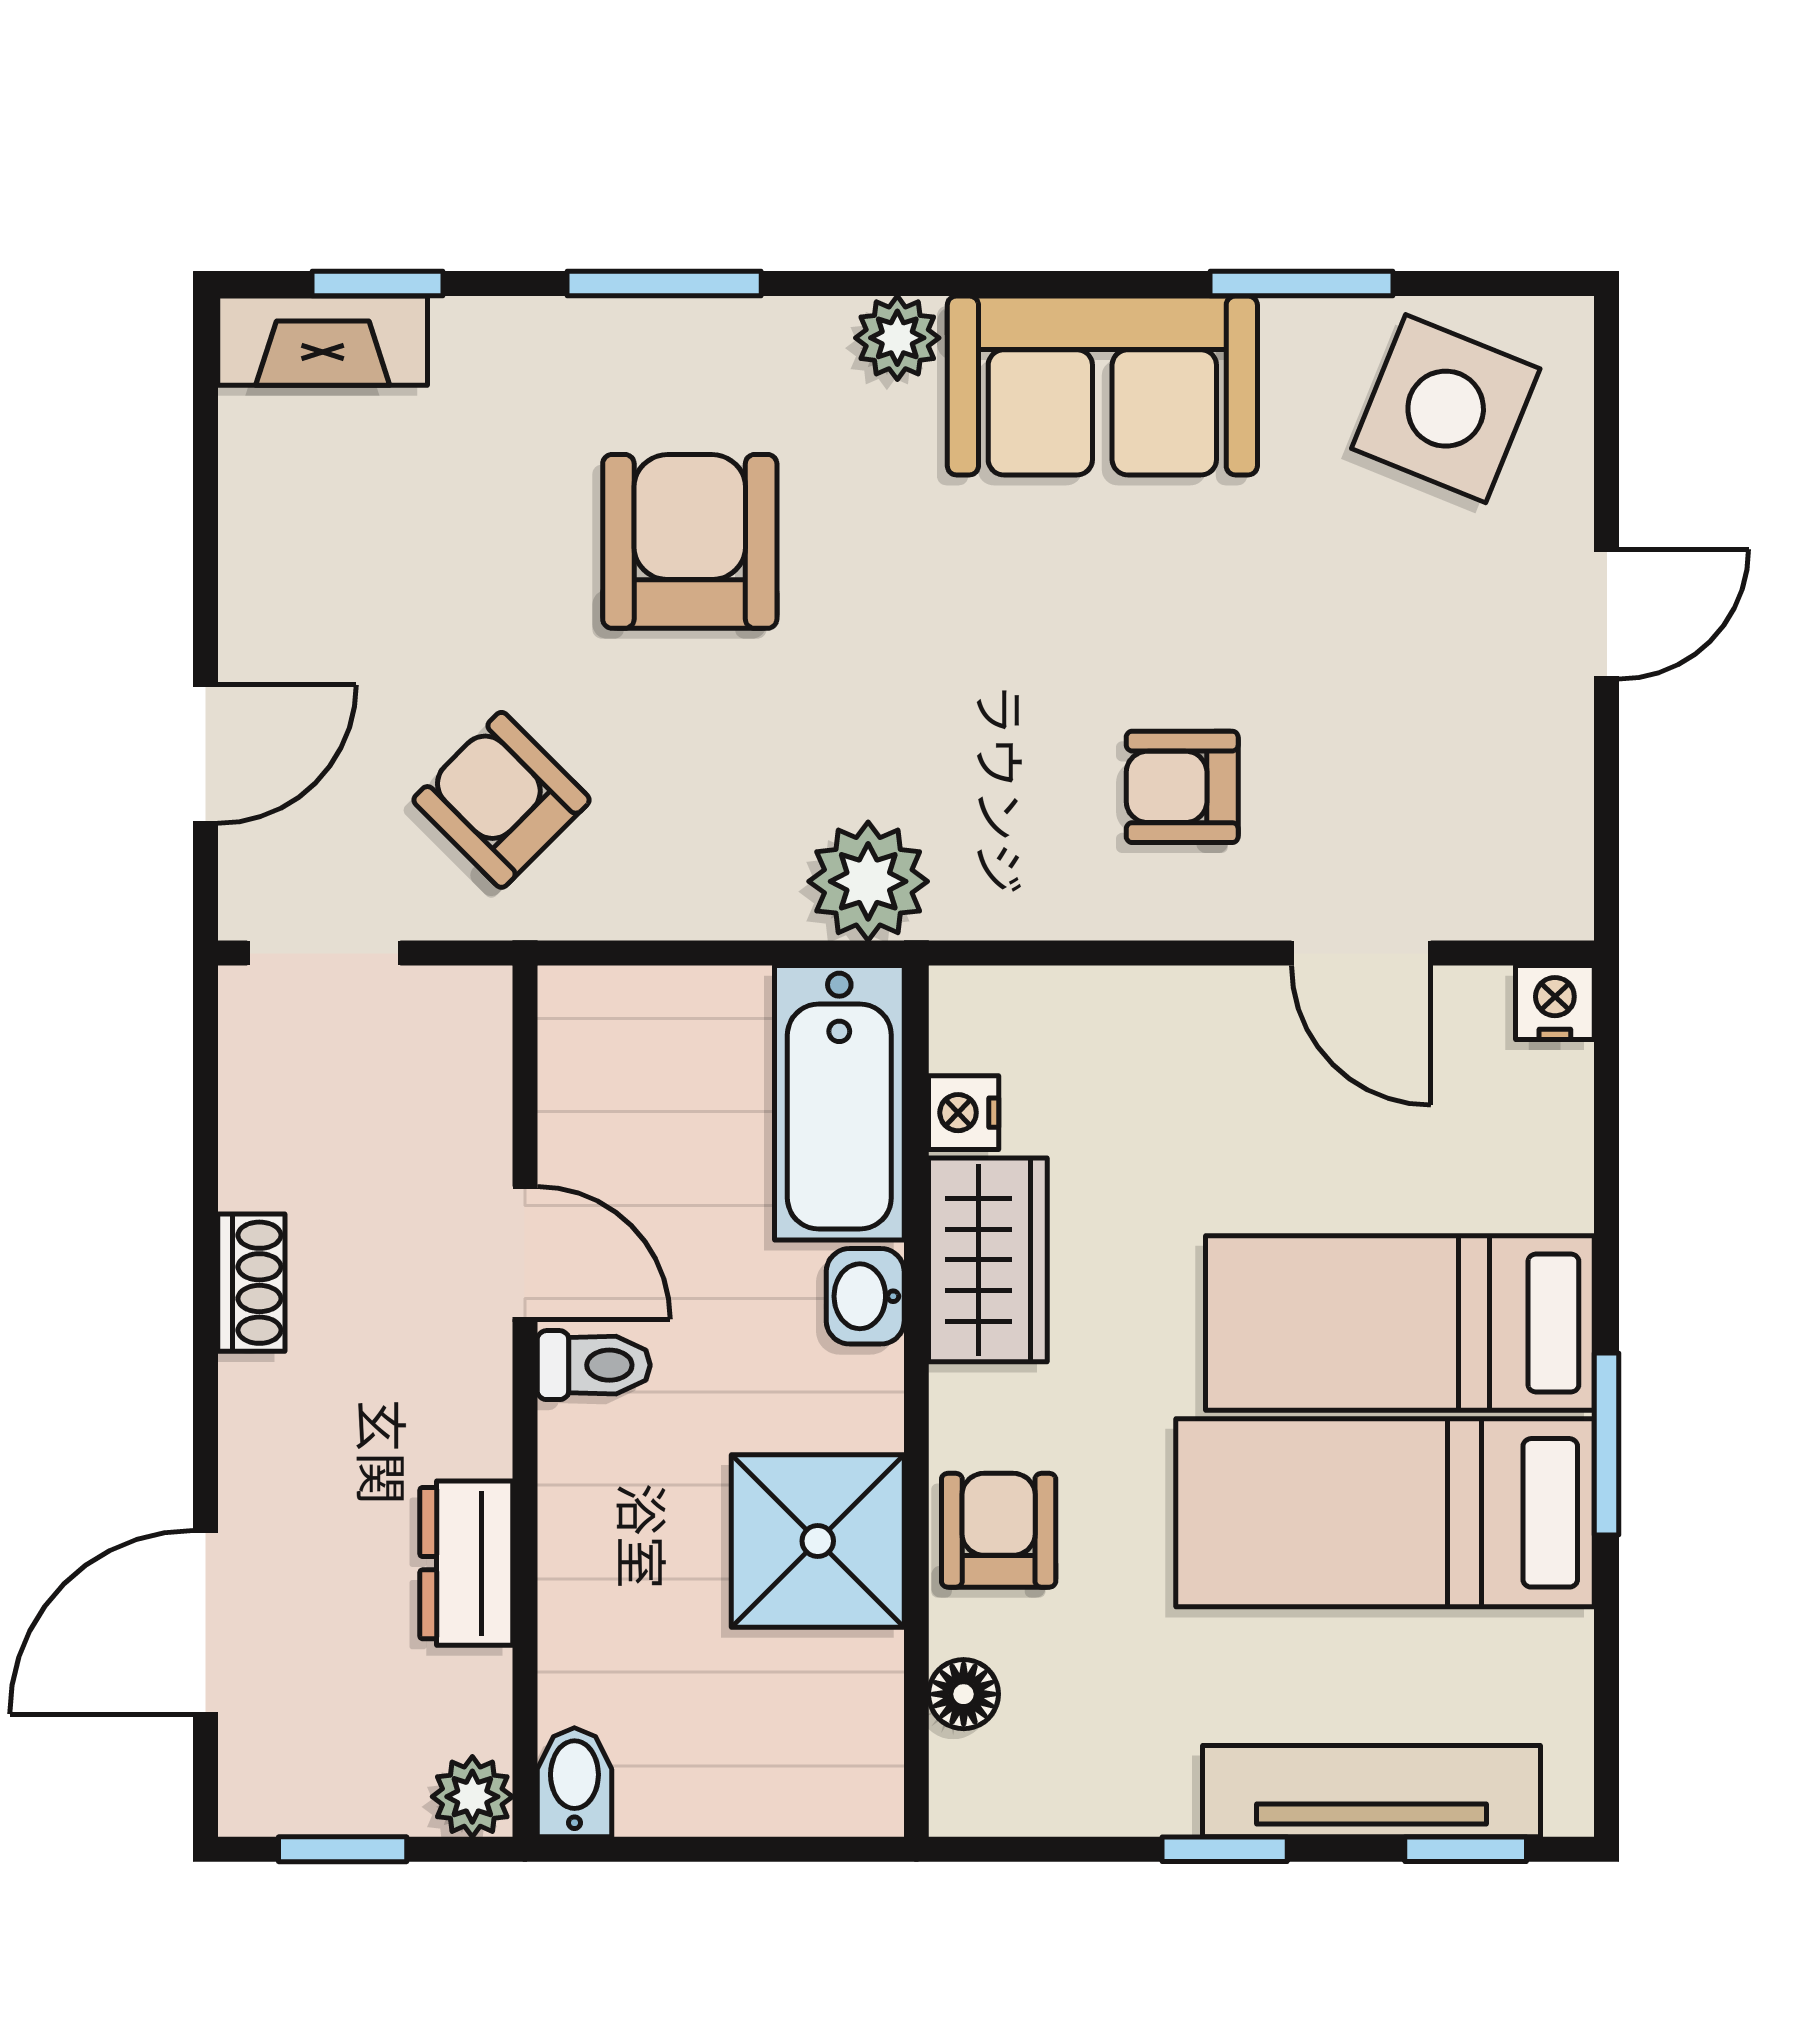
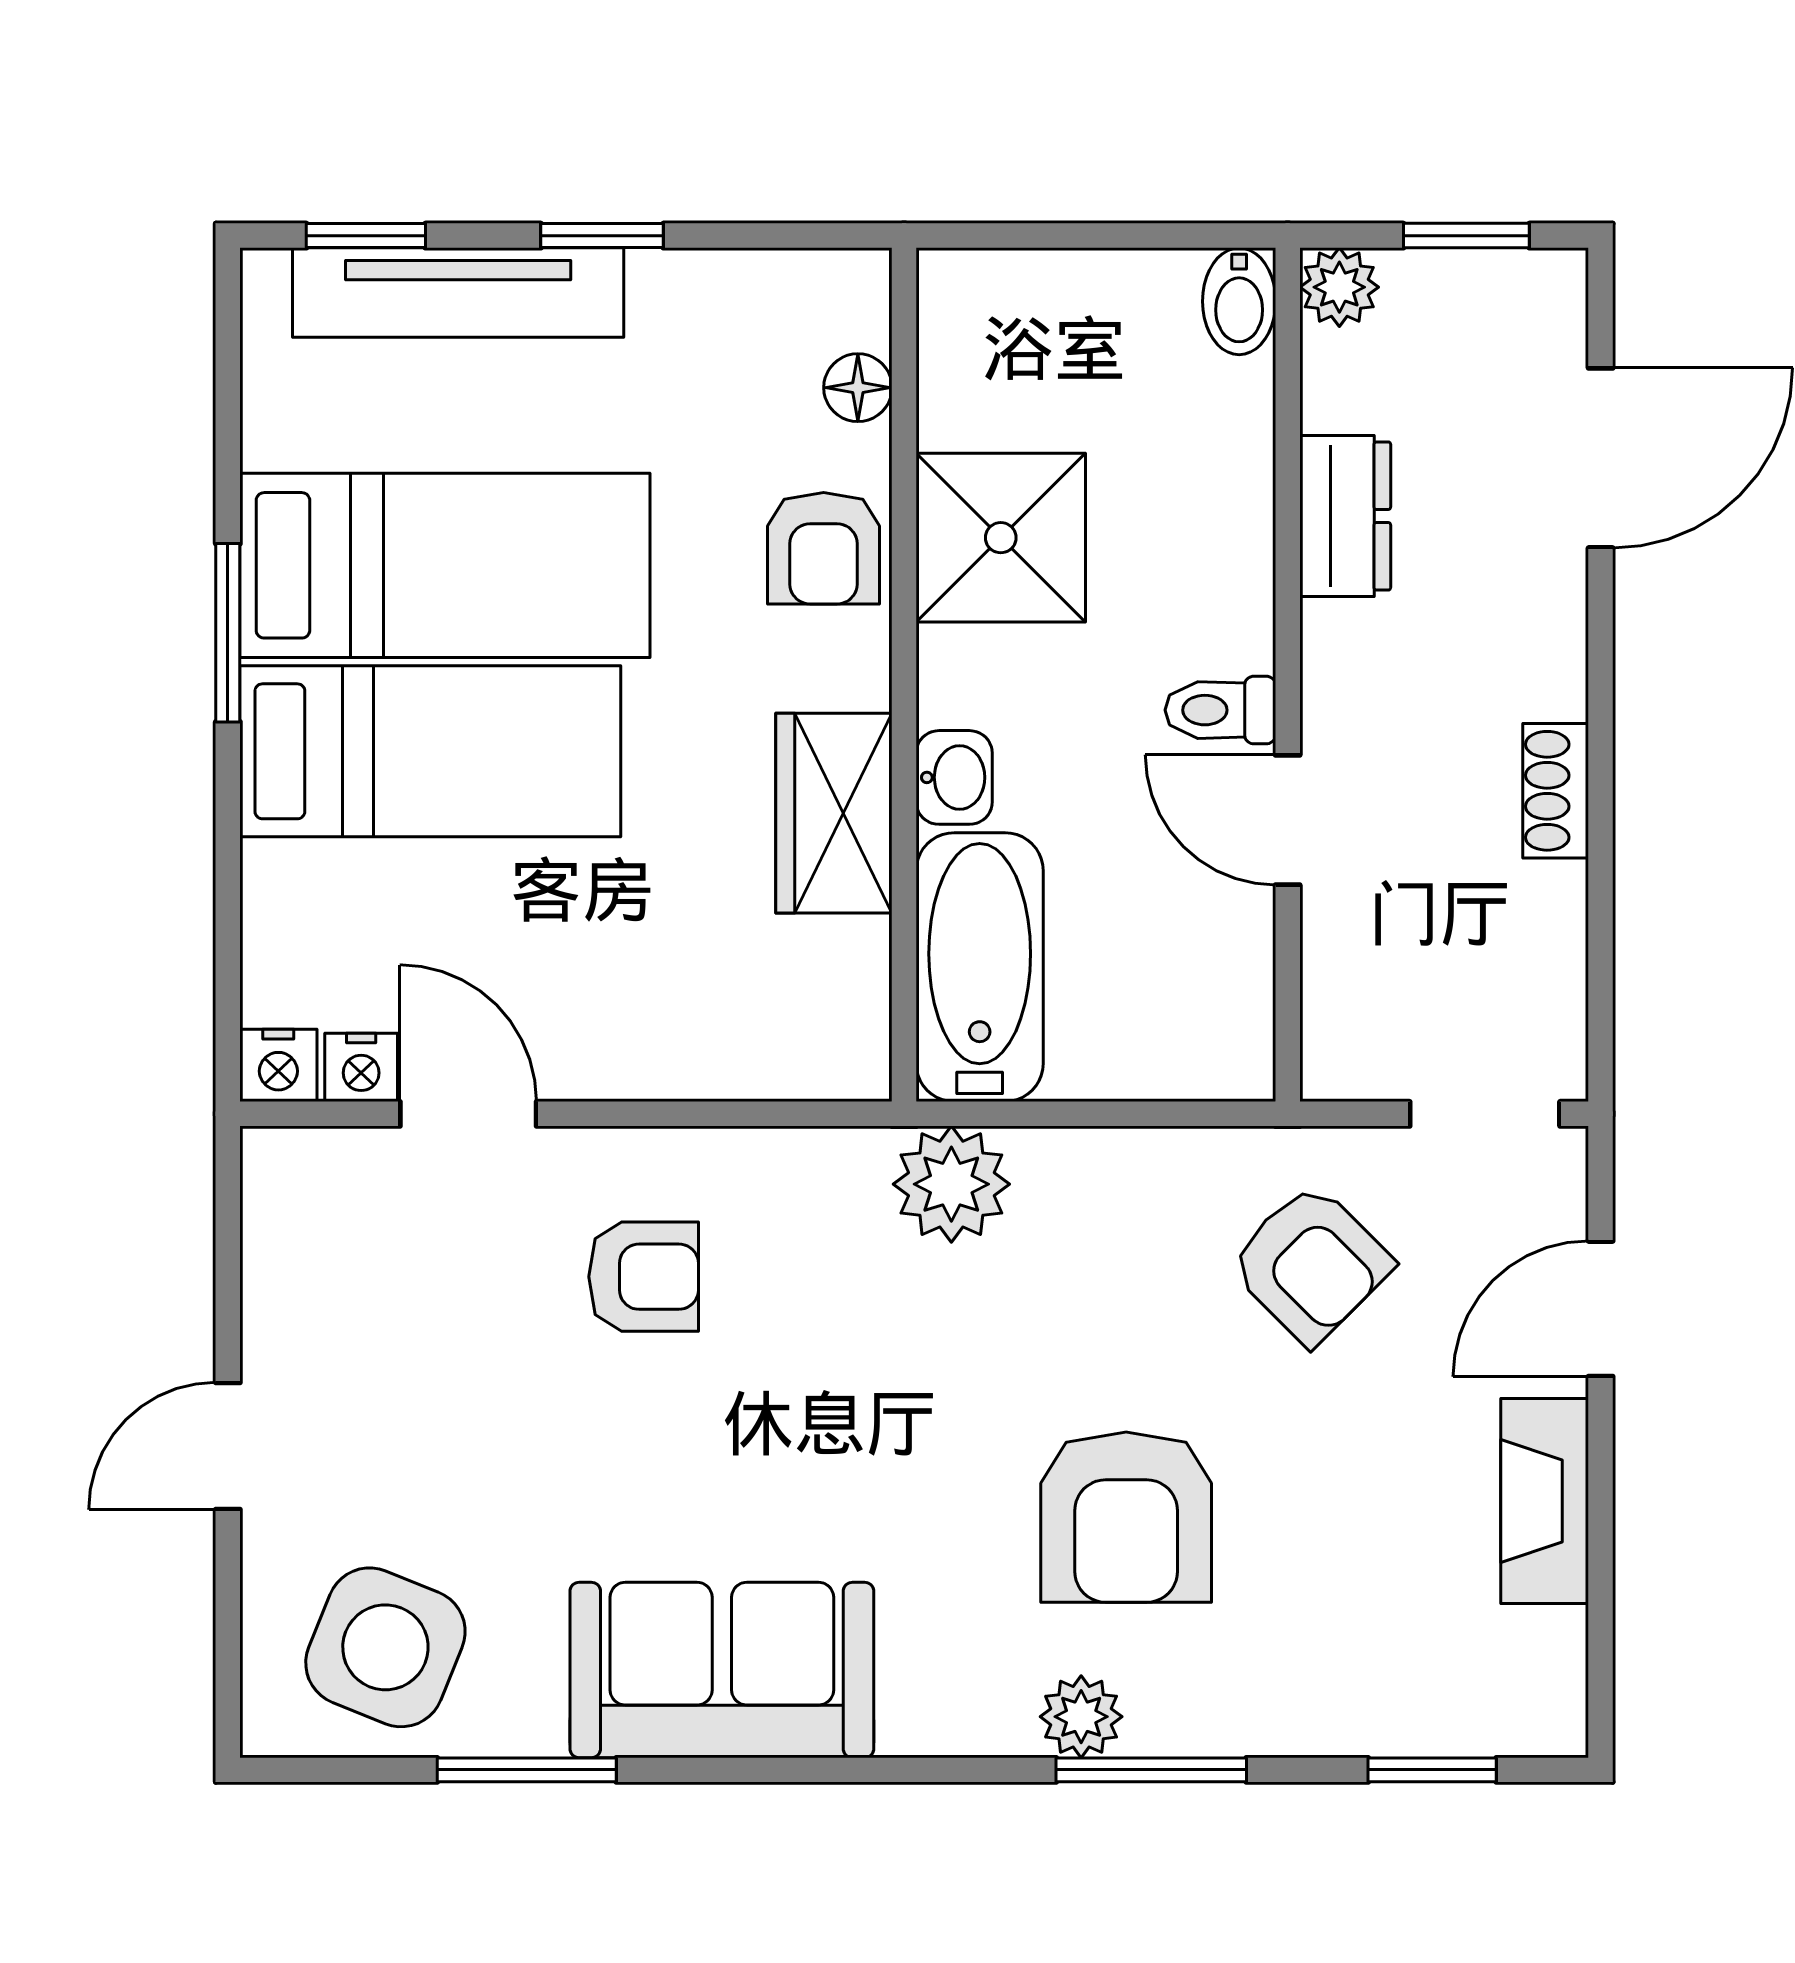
plant: (897, 338) -> (1081, 1717), moved
fireplace: (323, 341) -> (1545, 1501), moved, turned -90
nightstand: (964, 1113) -> (361, 1067), moved, turned 90

